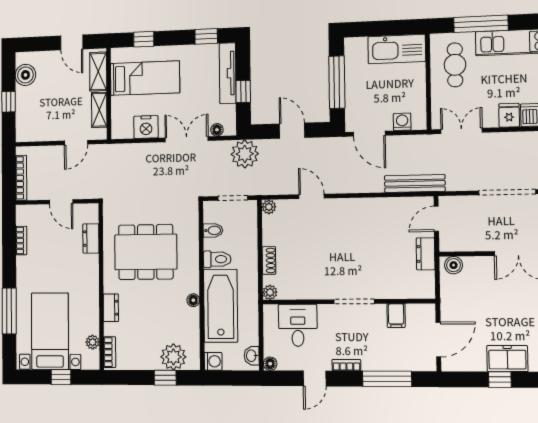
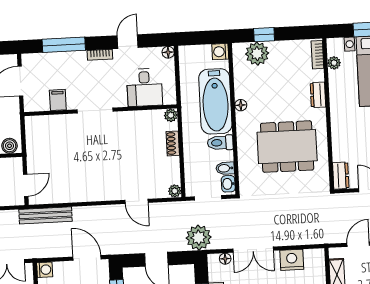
washing machine: (402, 122) -> (45, 270), moved, turned -90
dresser: (91, 238) -> (341, 176), moved
dresser: (426, 254) -> (34, 155), removed
washbasin: (252, 356) -> (228, 184), moved, turned 180

